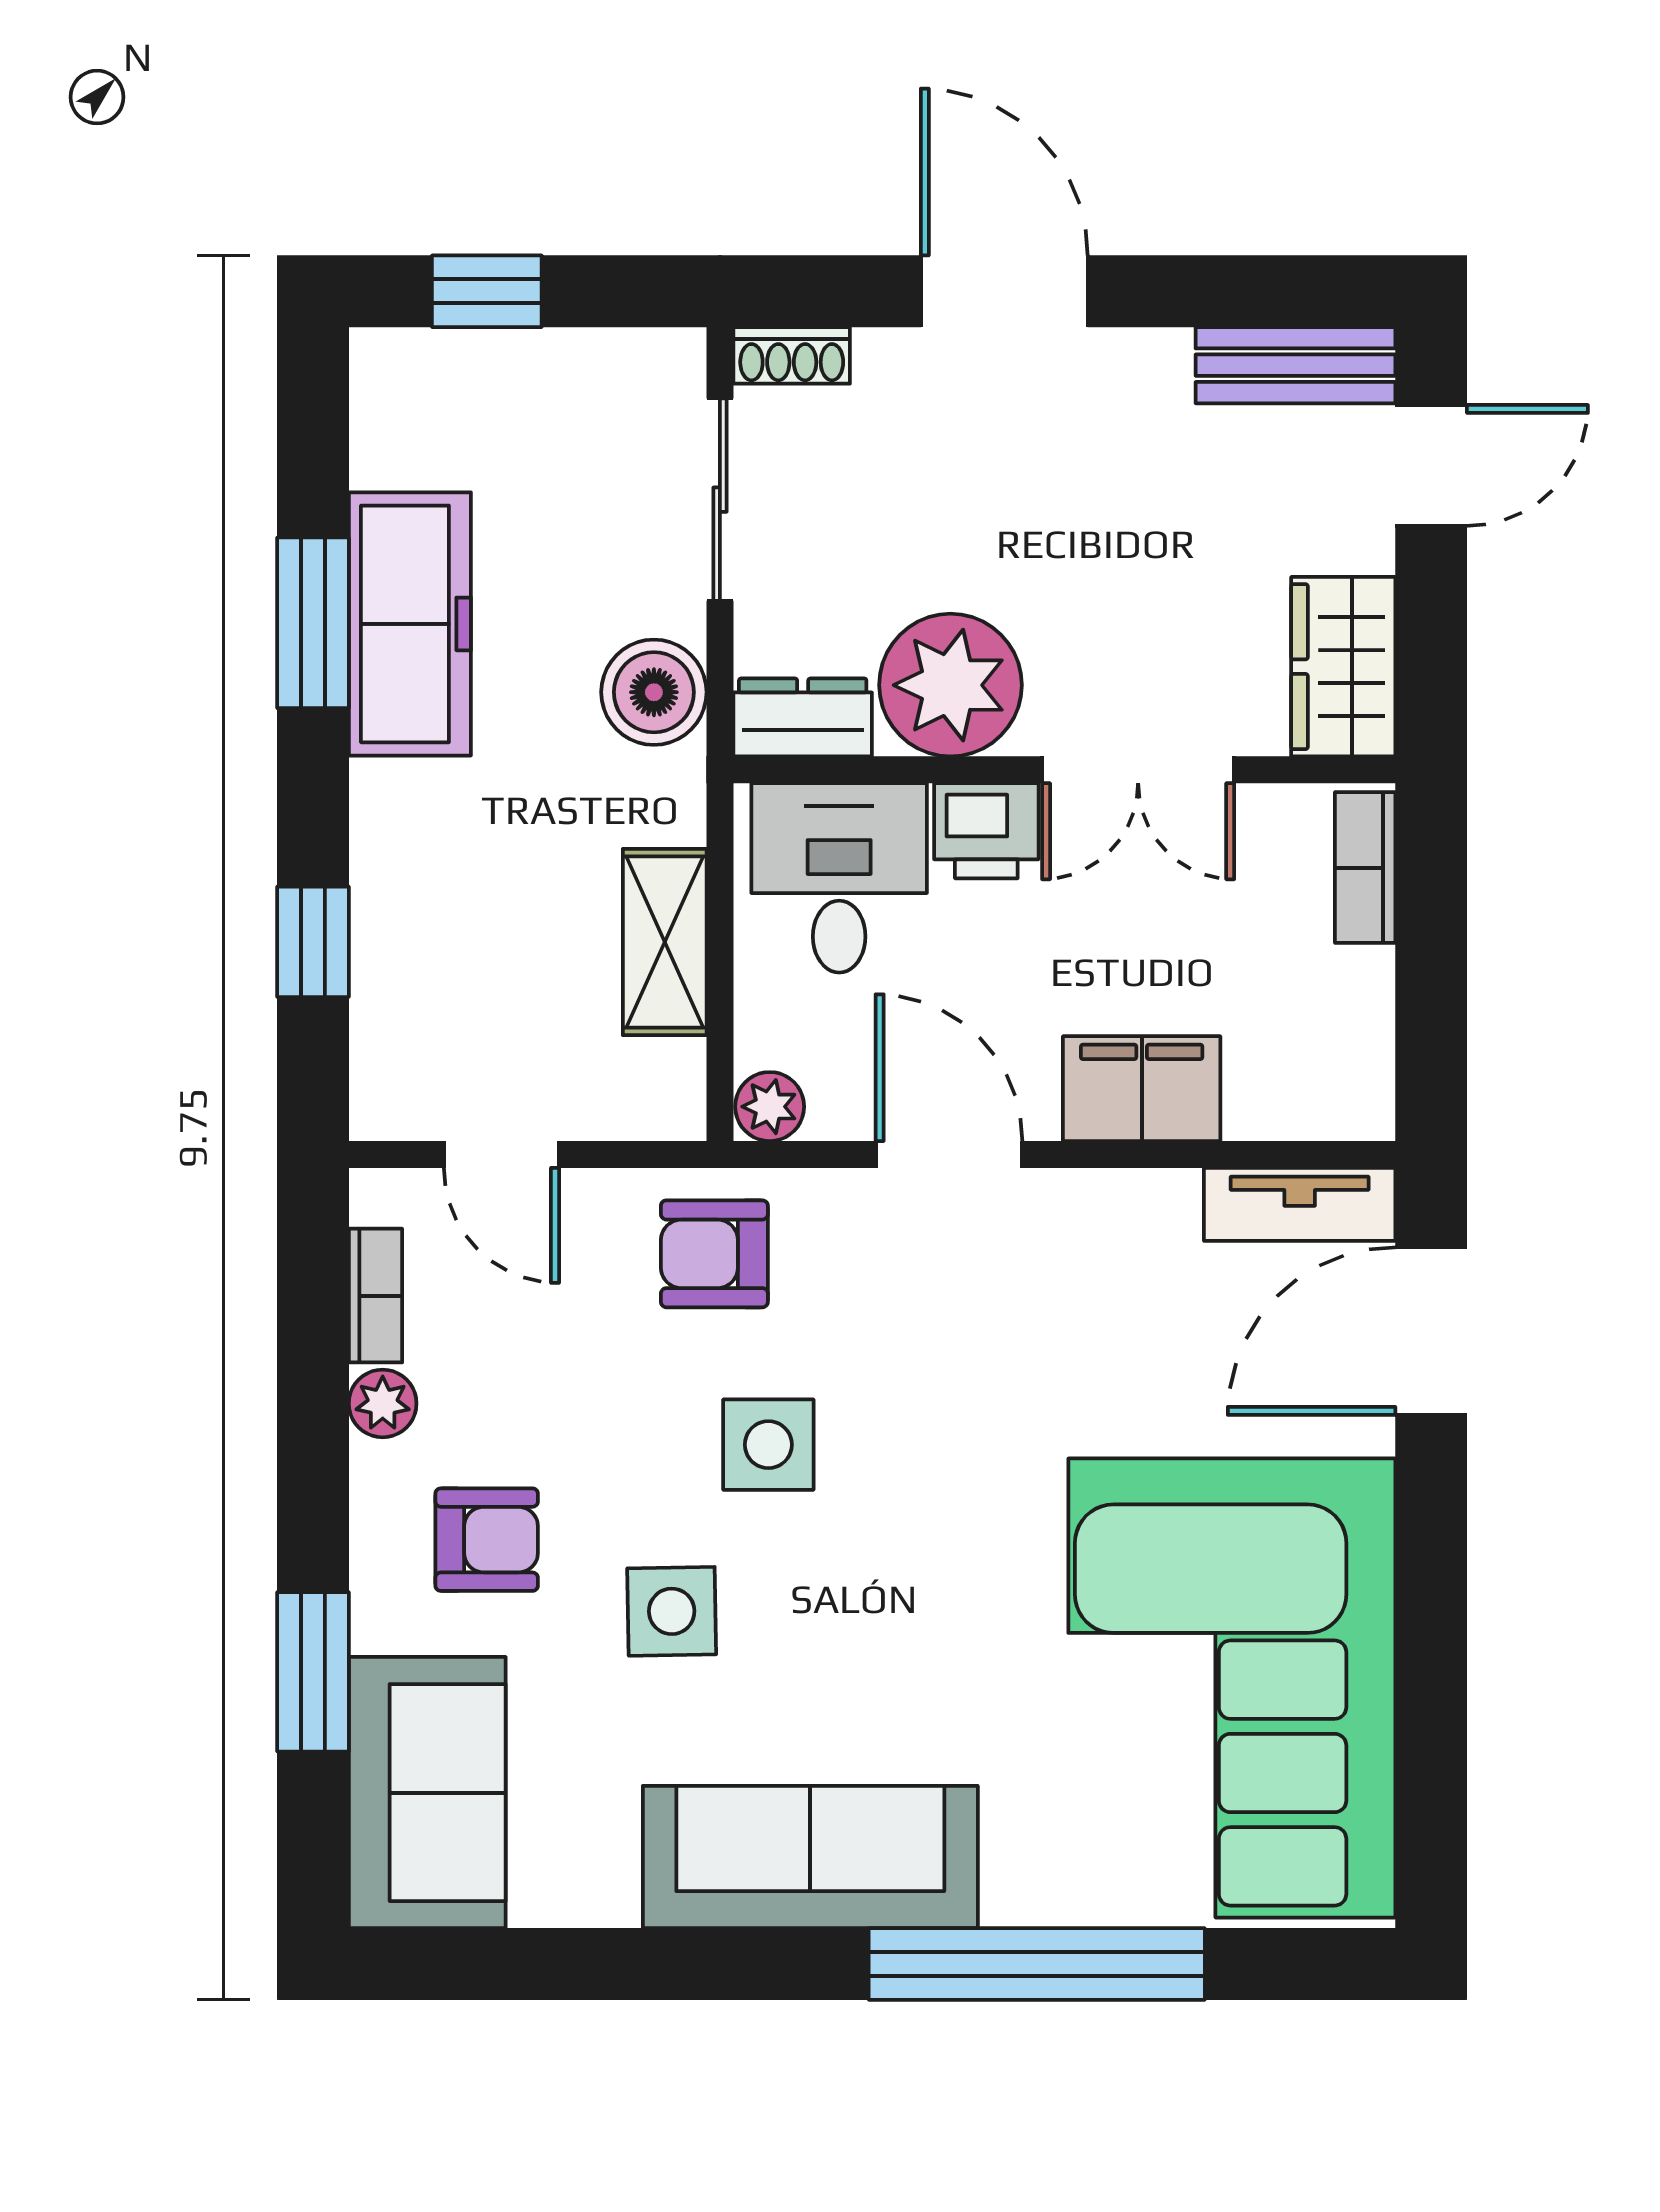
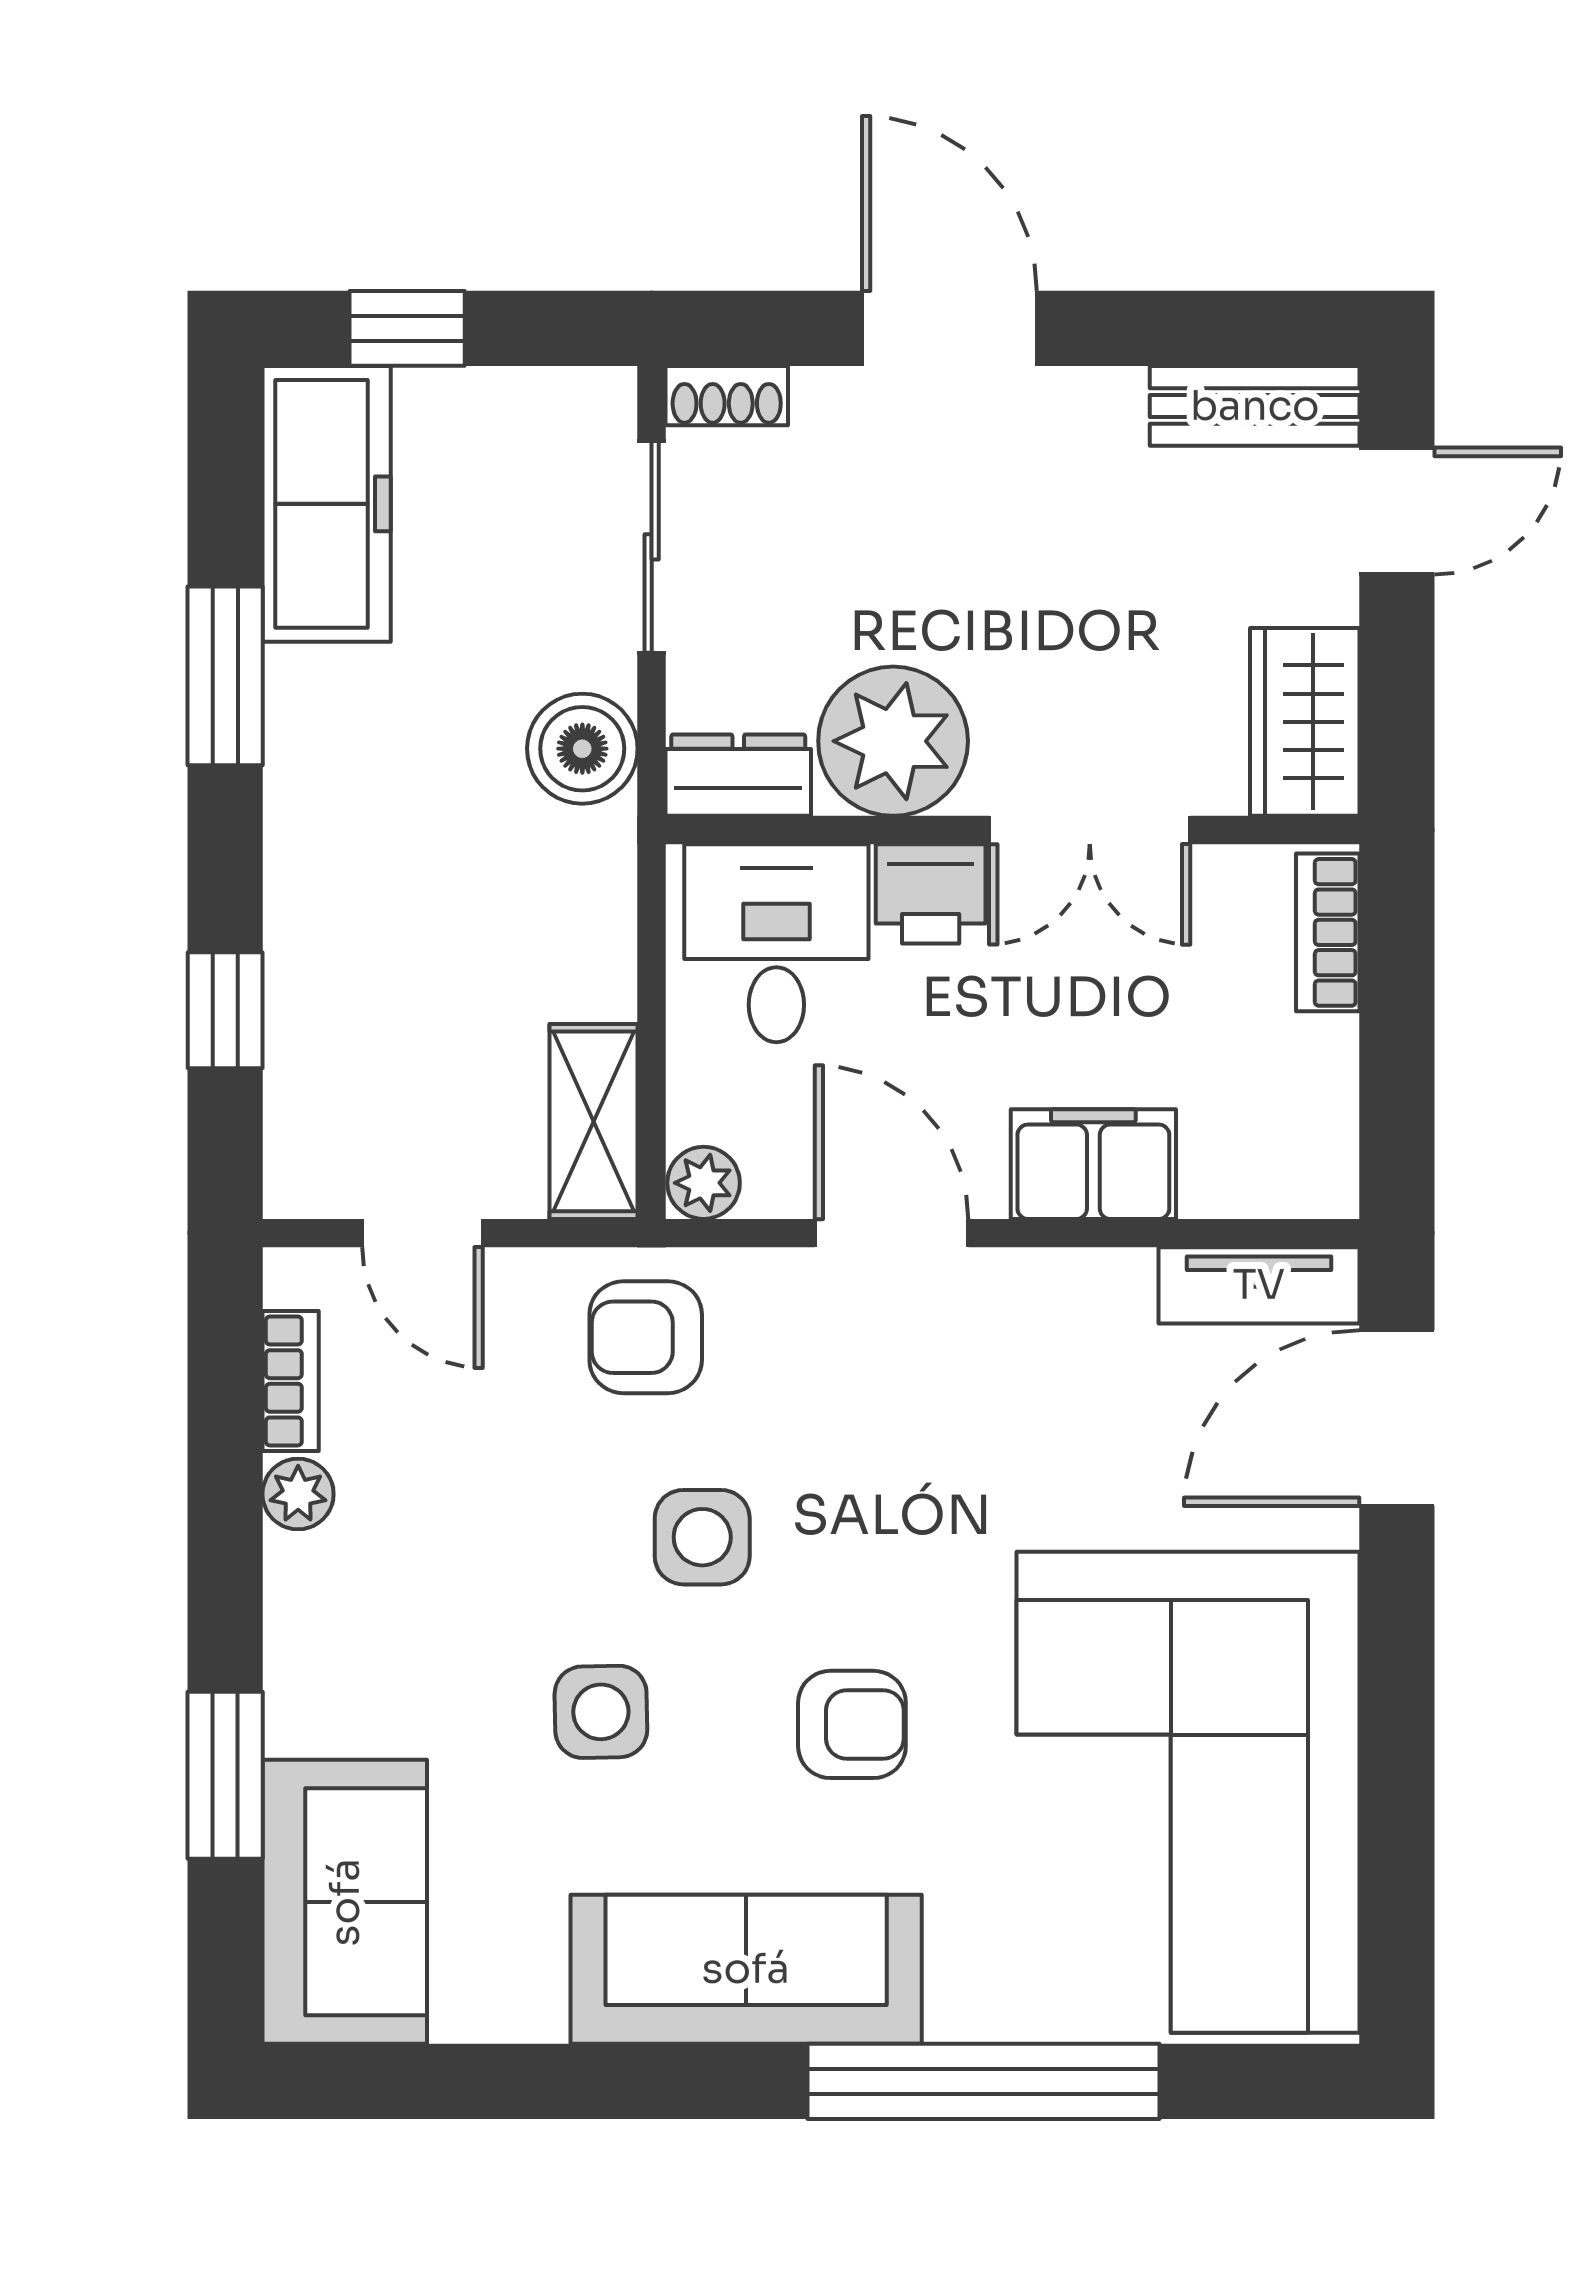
freezer: (410, 624) -> (327, 504), moved
shelving: (665, 942) -> (594, 1121), moved
armchair: (487, 1540) -> (852, 1724), moved

